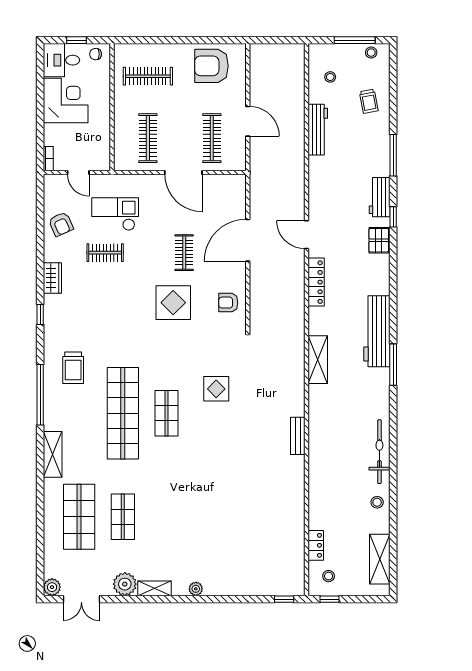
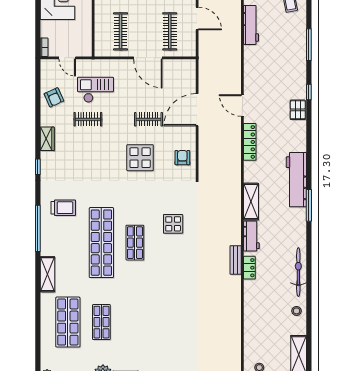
workbench: (380, 197) -> (251, 236), moved, turned 180
clothes rail: (184, 253) -> (149, 119), turned 90
armchair: (228, 303) -> (182, 158), turned 90
trolley: (73, 368) -> (63, 208), turned -90
locker: (316, 545) -> (249, 268), moved

